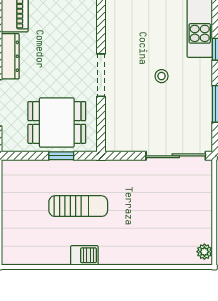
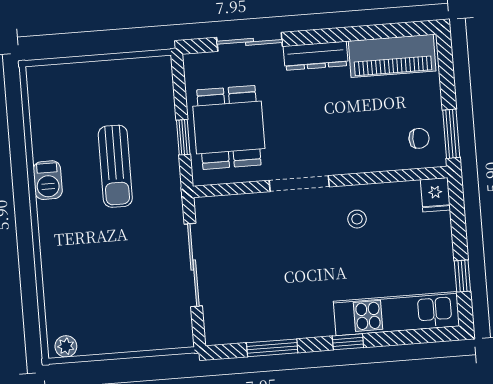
stool: (162, 76) -> (357, 219), moved
sliding door: (176, 156) -> (193, 265), moved

